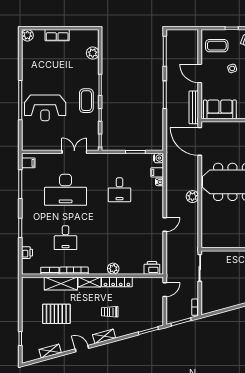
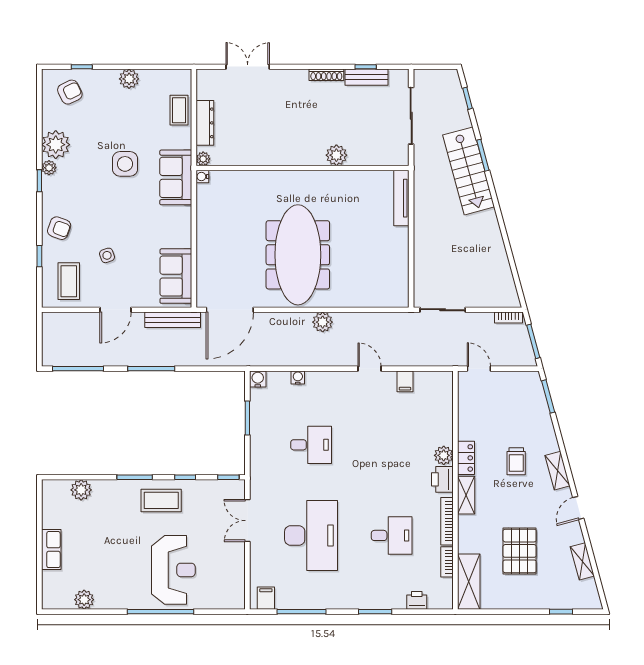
plant: (27, 35) -> (84, 600), moved
filing cabinet: (157, 172) -> (405, 381), moved
printer: (152, 268) -> (442, 479), moved
locker: (117, 282) -> (466, 458), width x0.66
shelving: (61, 284) -> (469, 582), moved

